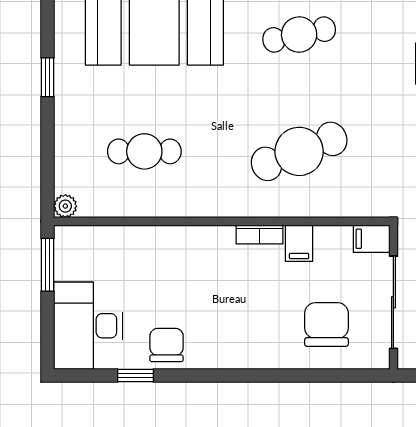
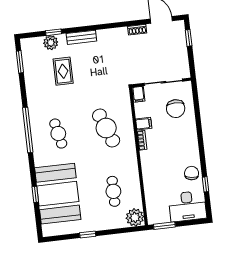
plant: (65, 206) -> (135, 217), width x1.88, depth x1.88
chair: (327, 325) -> (176, 109), turned -90
chair: (167, 345) -> (192, 173), turned 98

